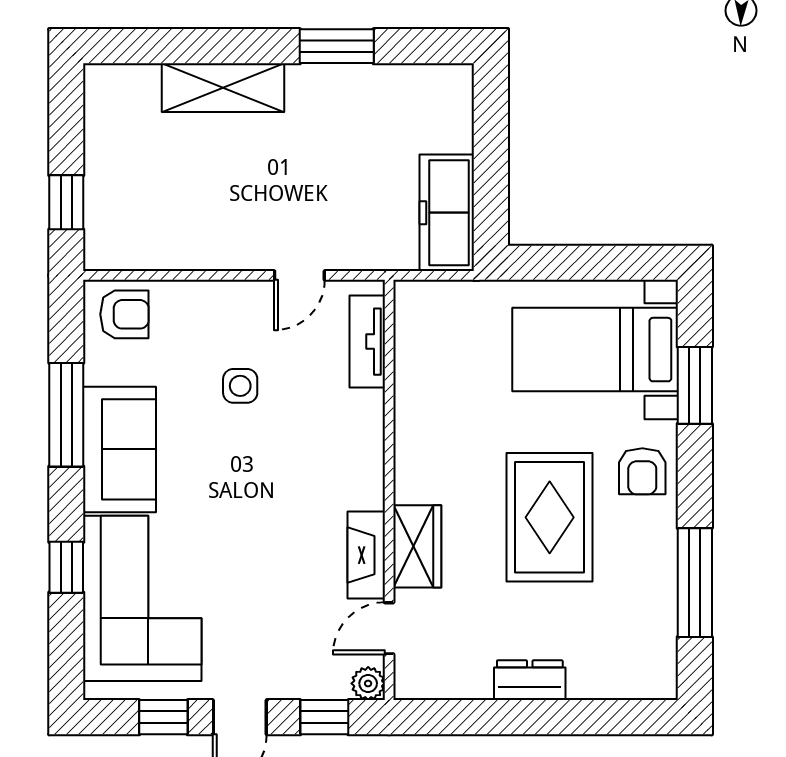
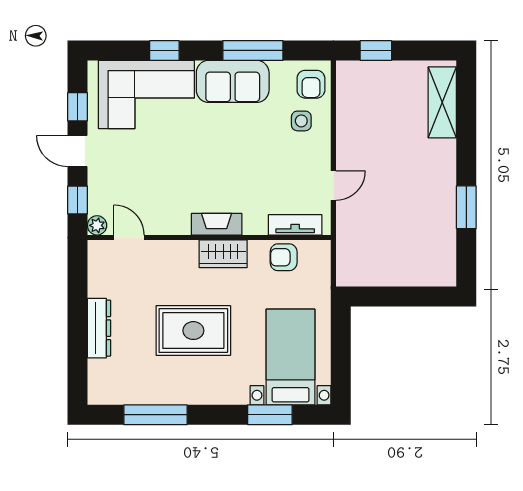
shelving: (223, 88) -> (442, 102), moved
freezer: (447, 213) -> (370, 271), removed
door: (299, 275) -> (333, 186), swing flipped
side table: (240, 386) -> (301, 121), moved
armchair: (642, 471) -> (284, 257), moved
wardrobe: (417, 546) -> (223, 254), moved
fireplace: (366, 555) -> (217, 224), moved
dresser: (530, 680) -> (99, 328), width x1.44

